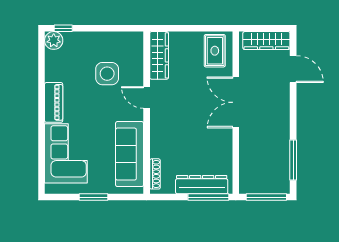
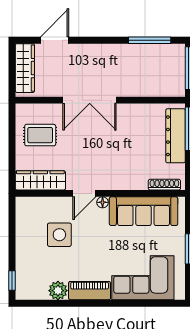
plant: (54, 40) -> (58, 291), moved
rug: (215, 51) -> (40, 135), moved
floor lamp: (138, 115) -> (103, 202), added

